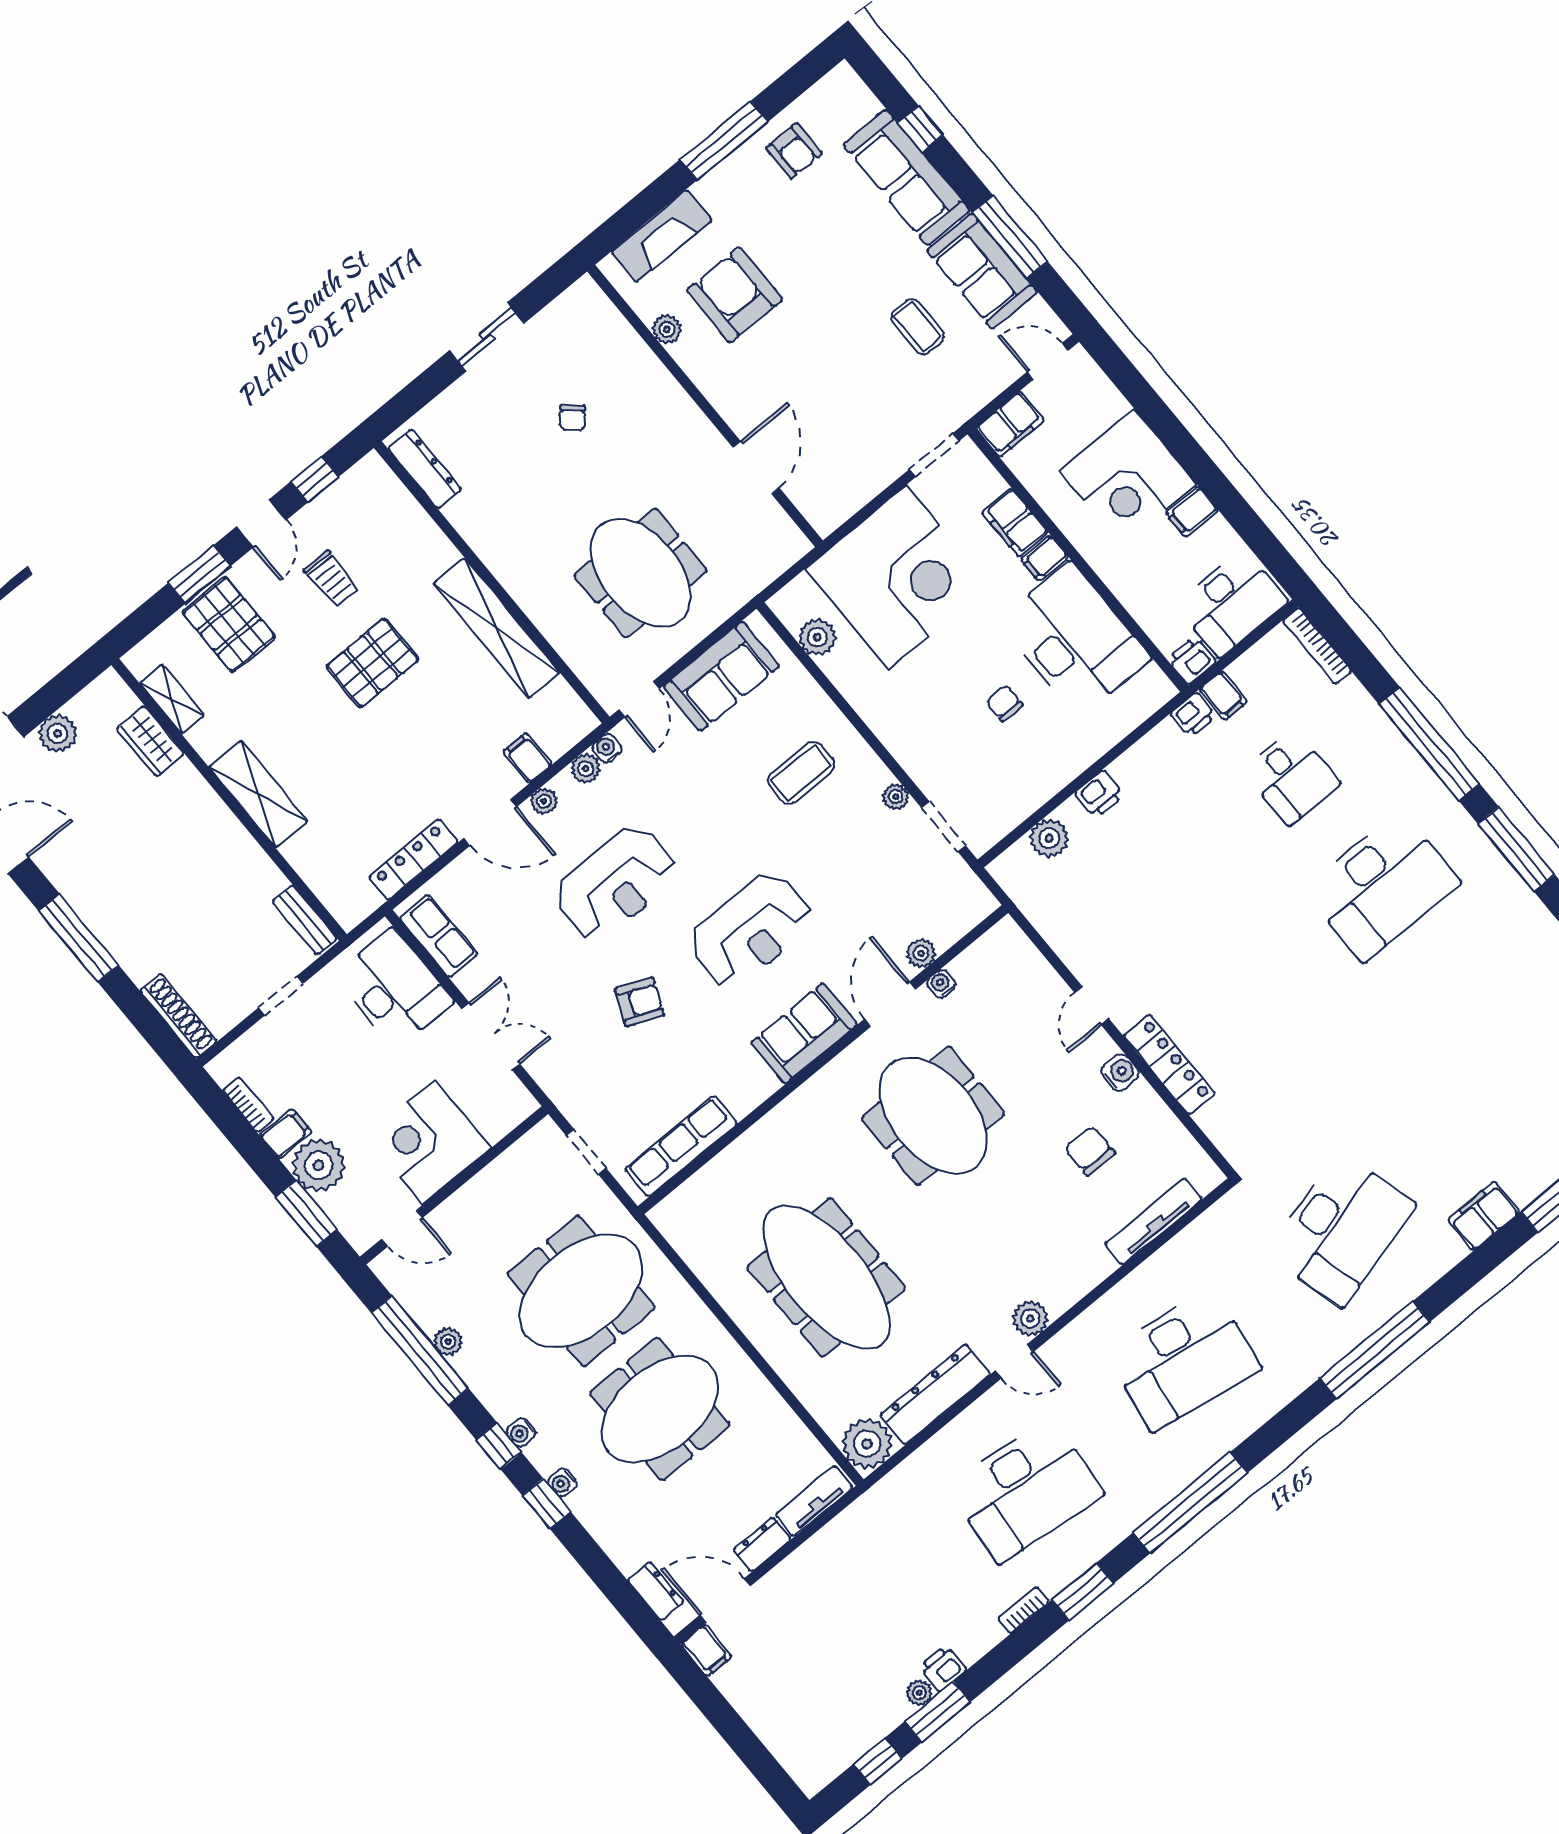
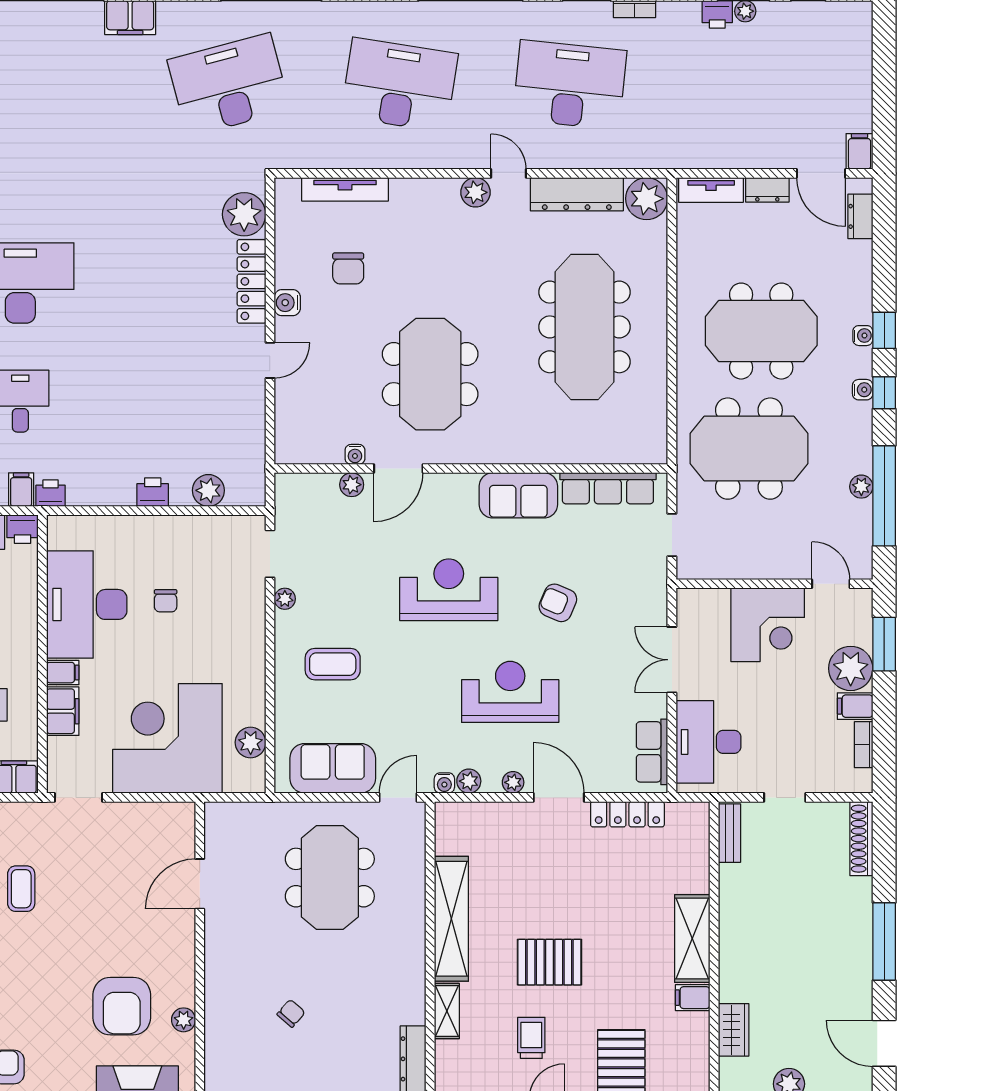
shelving: (172, 699) -> (447, 1011), moved
filing cabinet: (527, 758) -> (693, 998), moved, turned 90
sofa: (804, 1033) -> (518, 495), moved
plant: (1228, 1121) -> (244, 214), added

